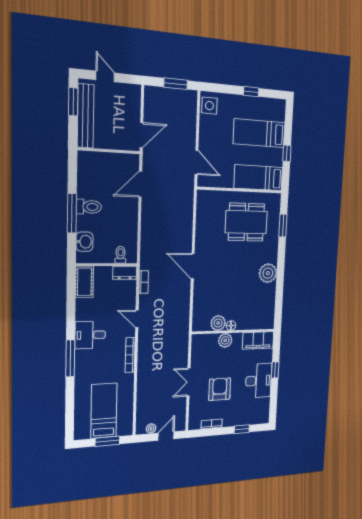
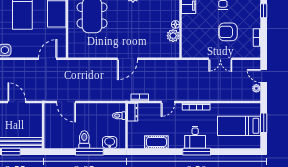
door: (141, 135) -> (17, 102), moved
cot: (84, 282) -> (156, 142), moved
desk: (90, 335) -> (195, 137), moved
plant: (225, 340) -> (188, 29), removed

